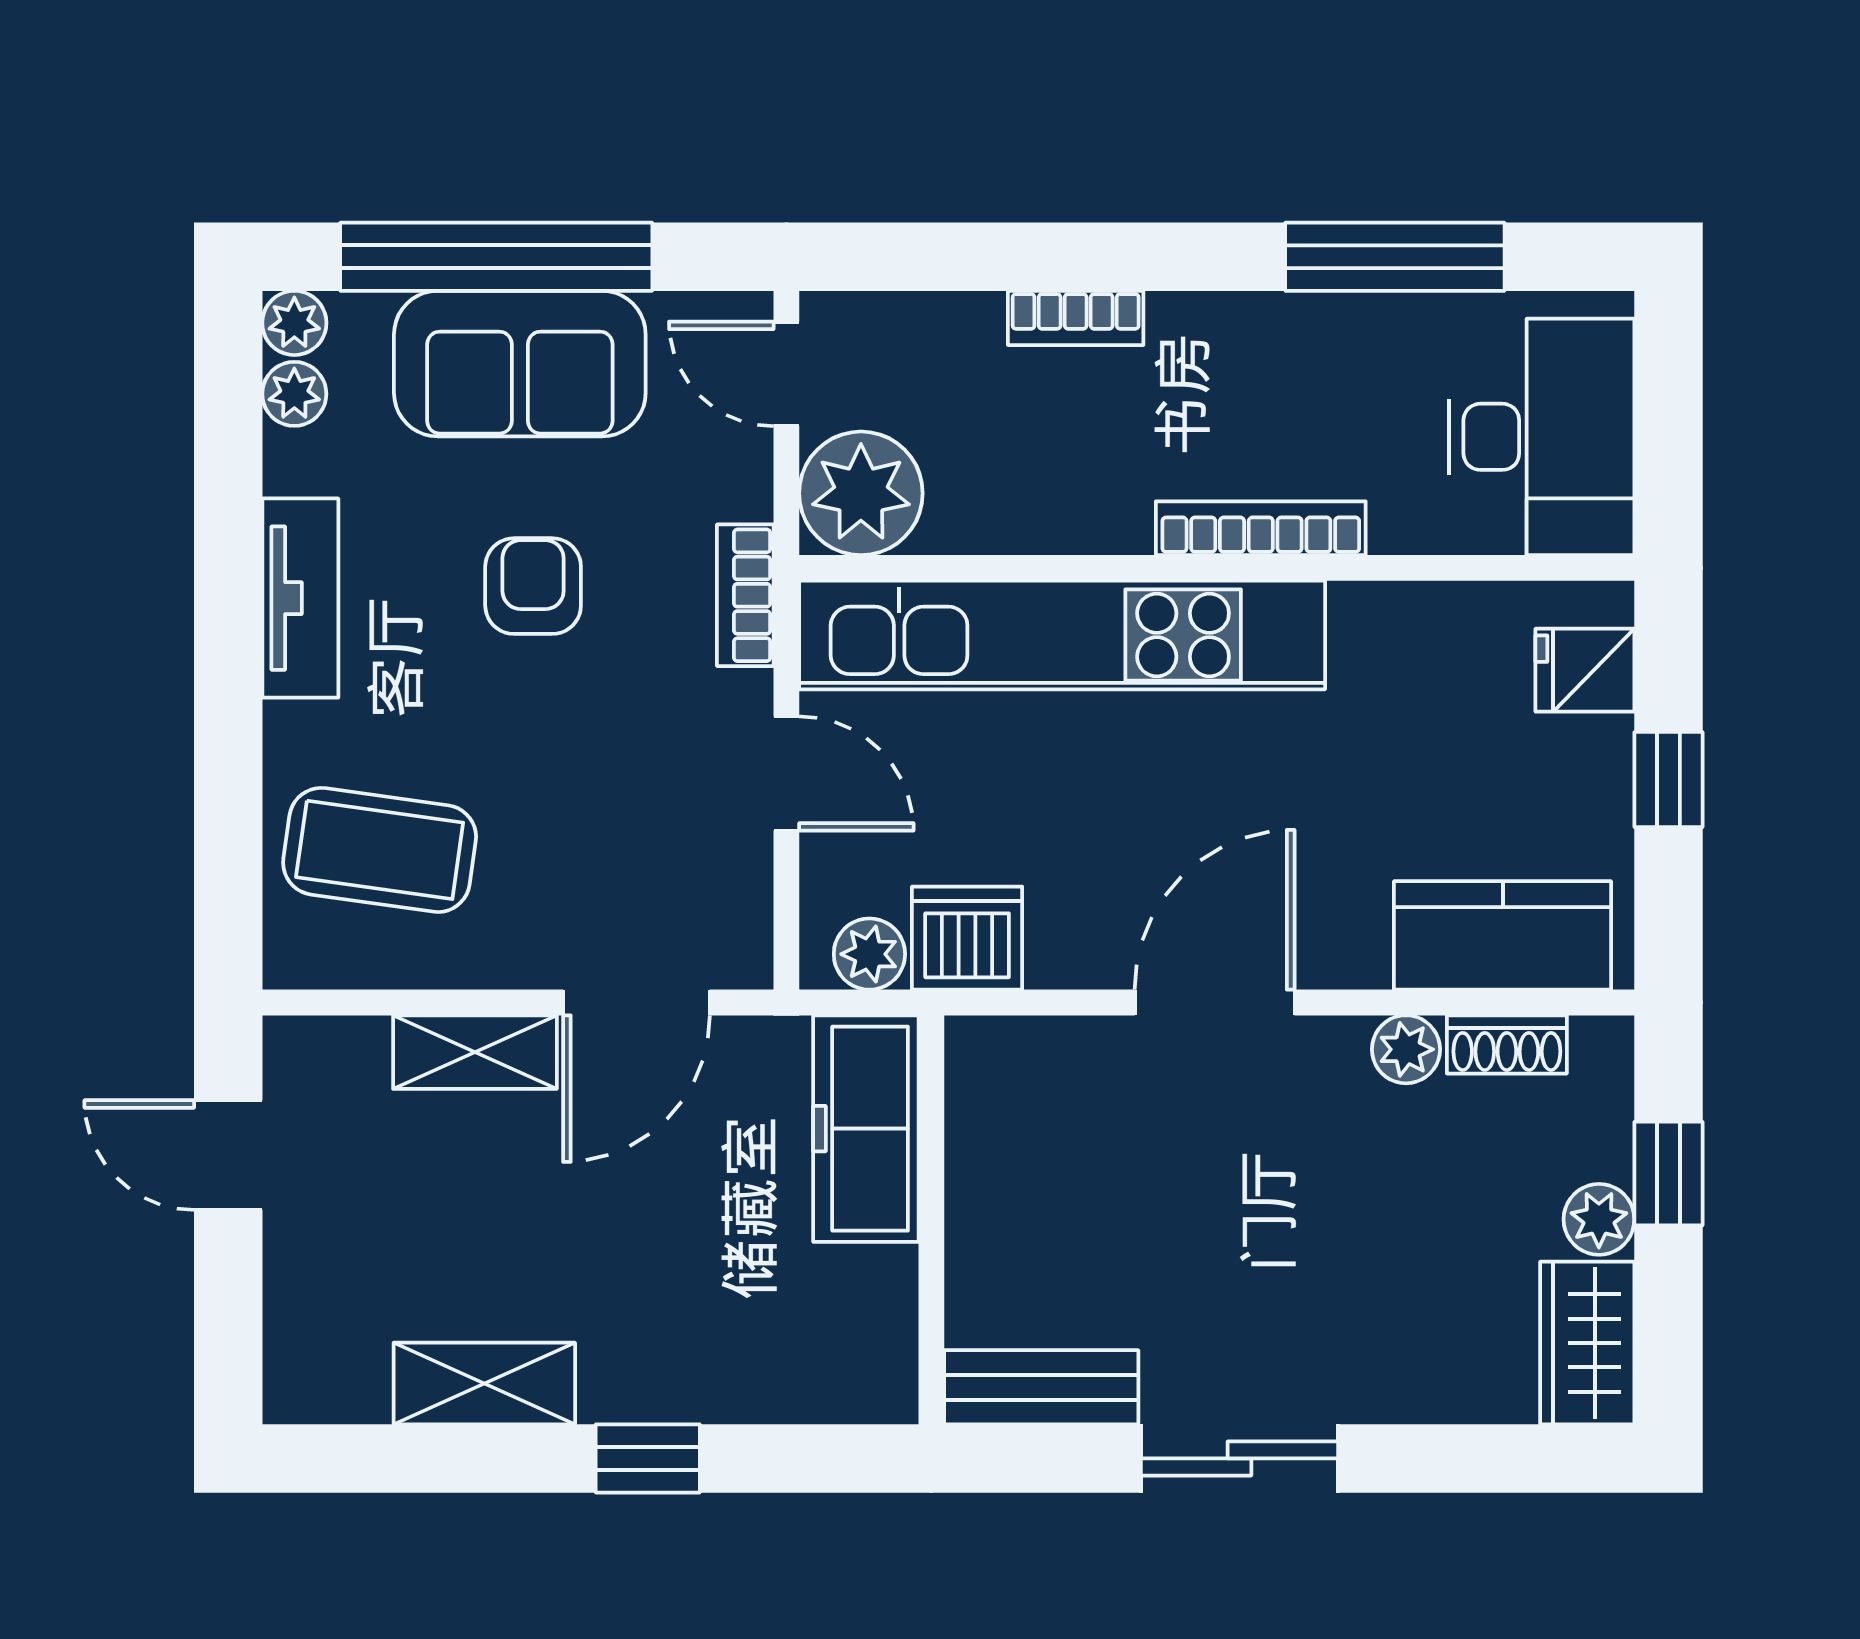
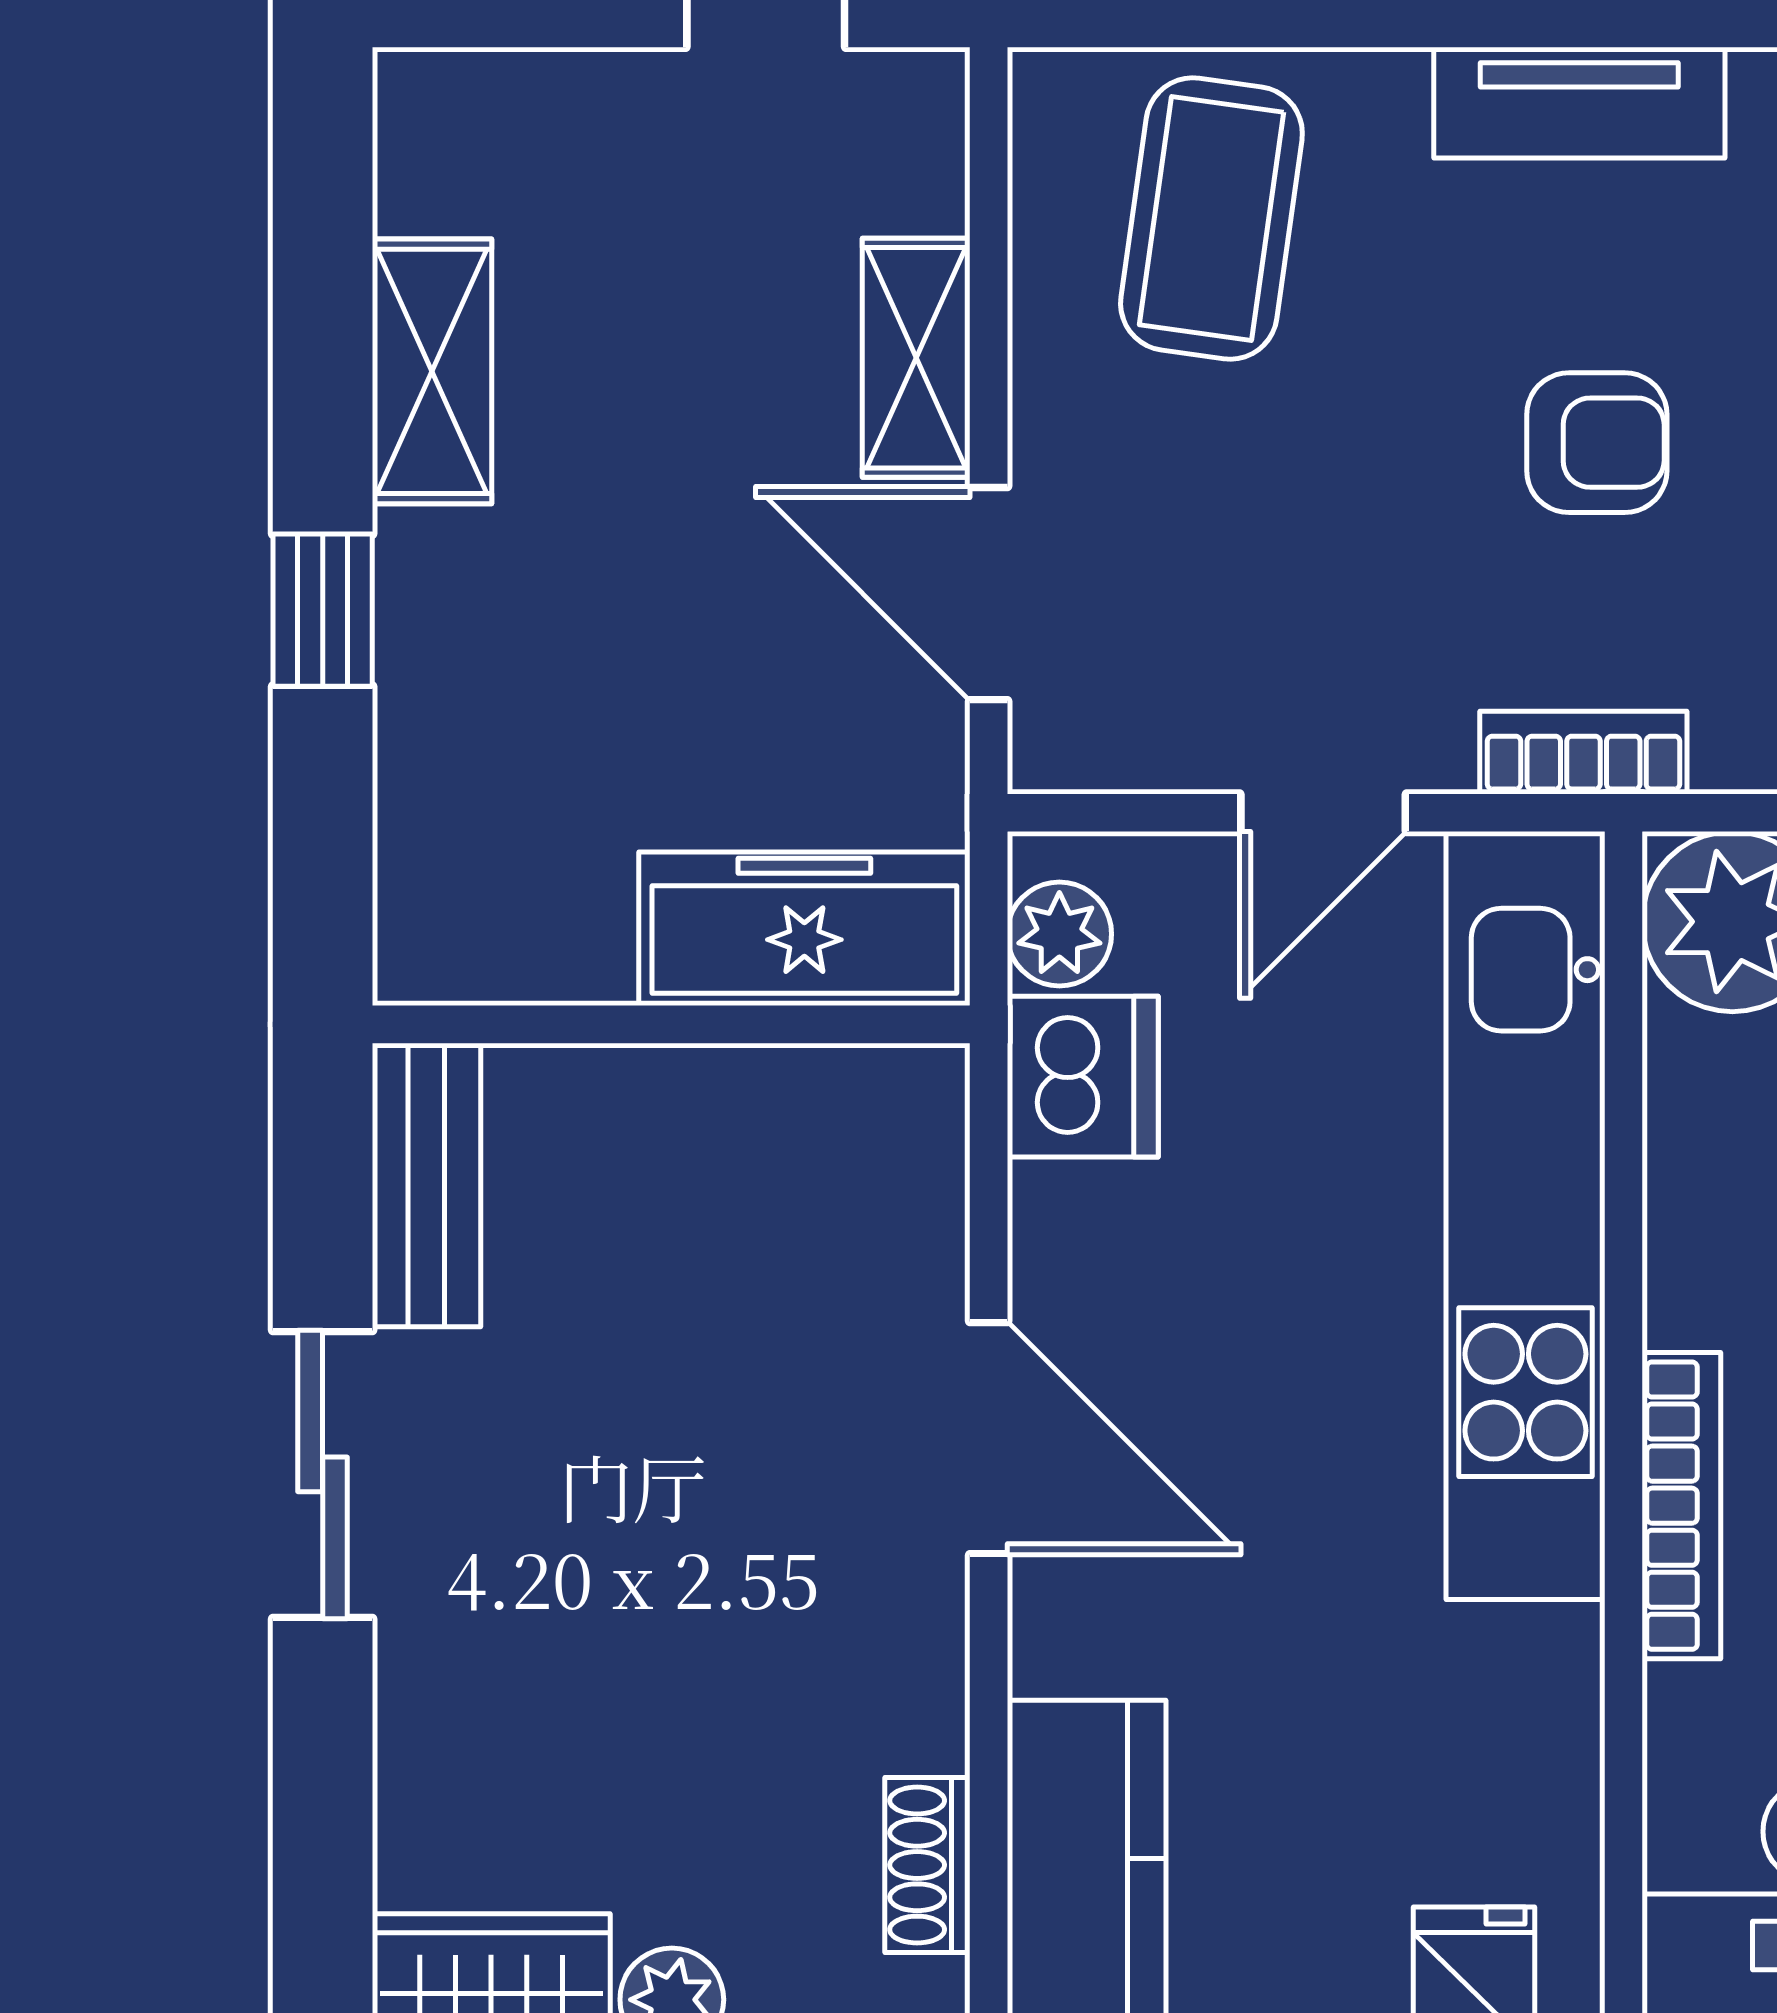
plant: (1406, 1049) -> (920, 1718), removed

